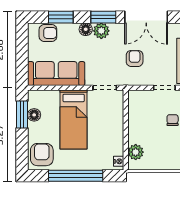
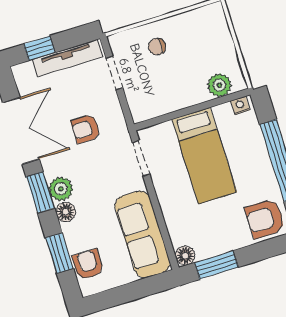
floor lamp: (34, 115) -> (185, 256), moved
bed: (74, 120) -> (204, 156), moved, turned 90

